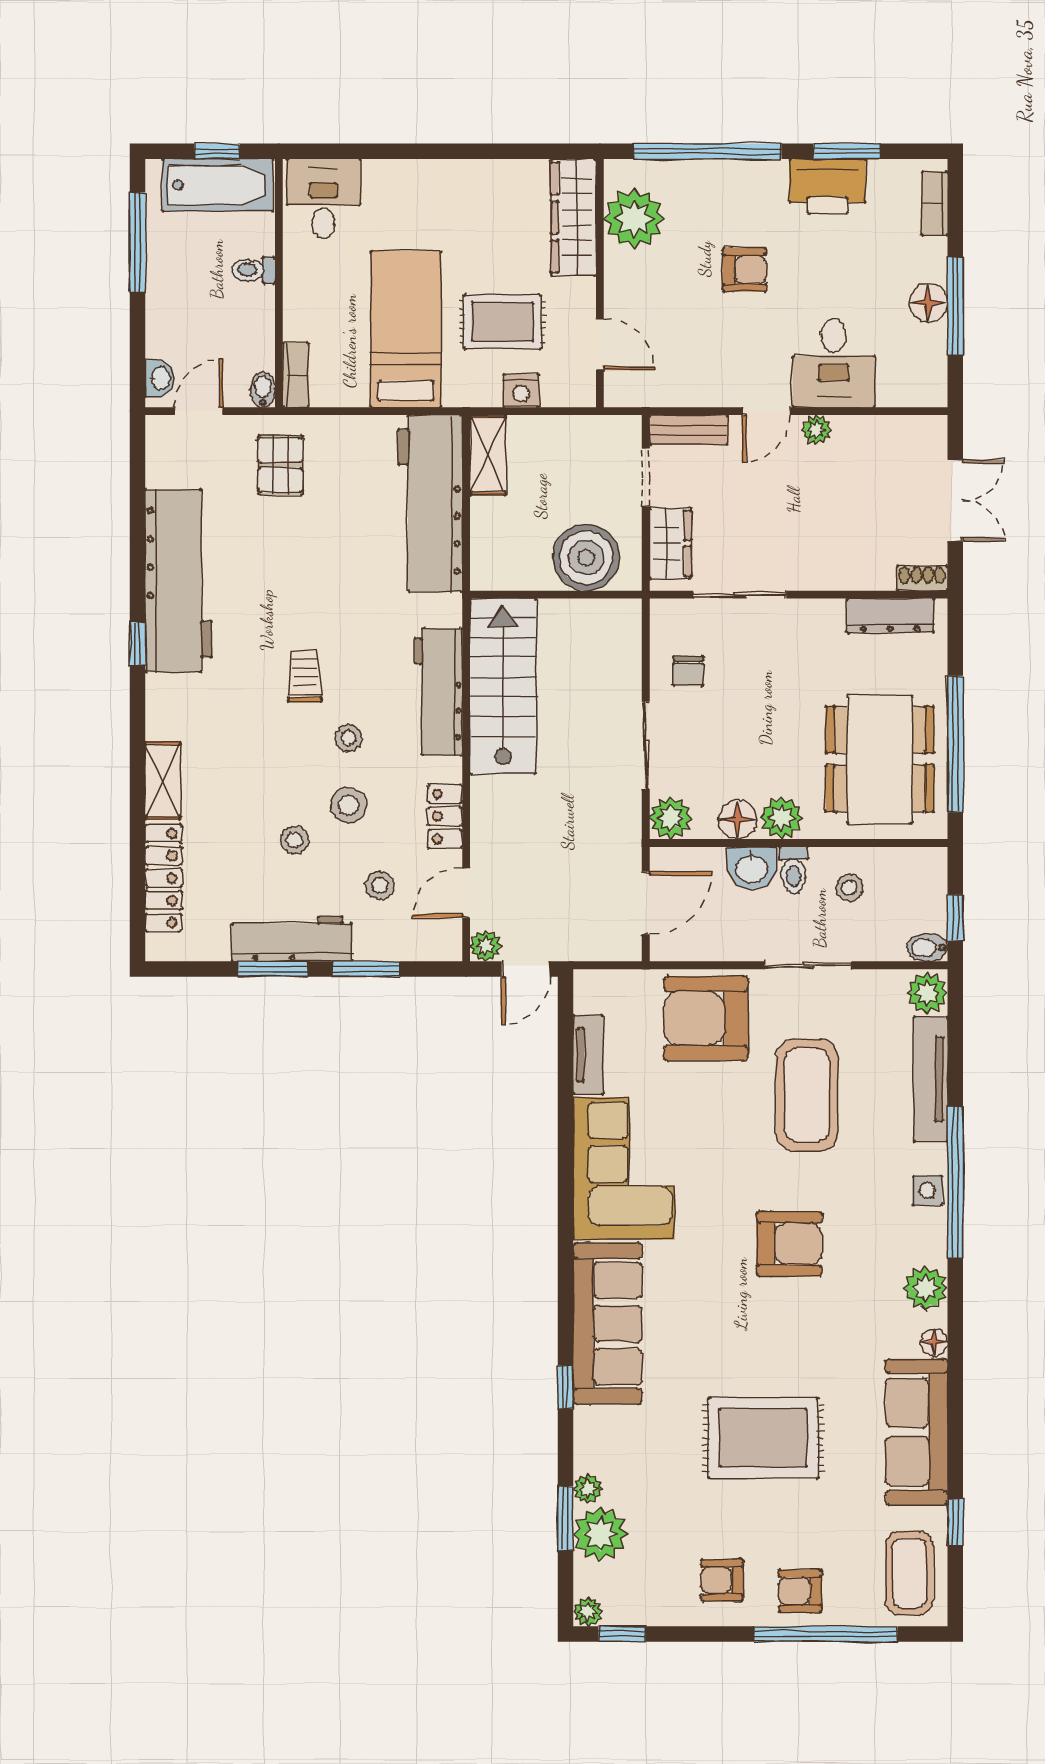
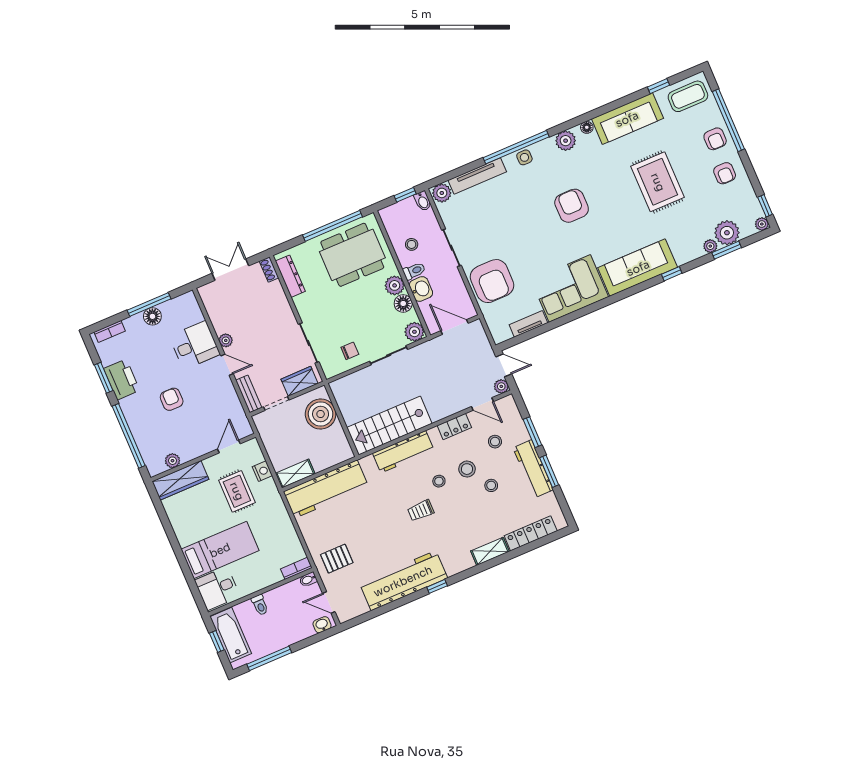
plant: (634, 218) -> (173, 461), width x0.53, depth x0.53
bed: (406, 329) -> (220, 550), moved, turned 180
coffee table: (807, 1095) -> (506, 225), removed

